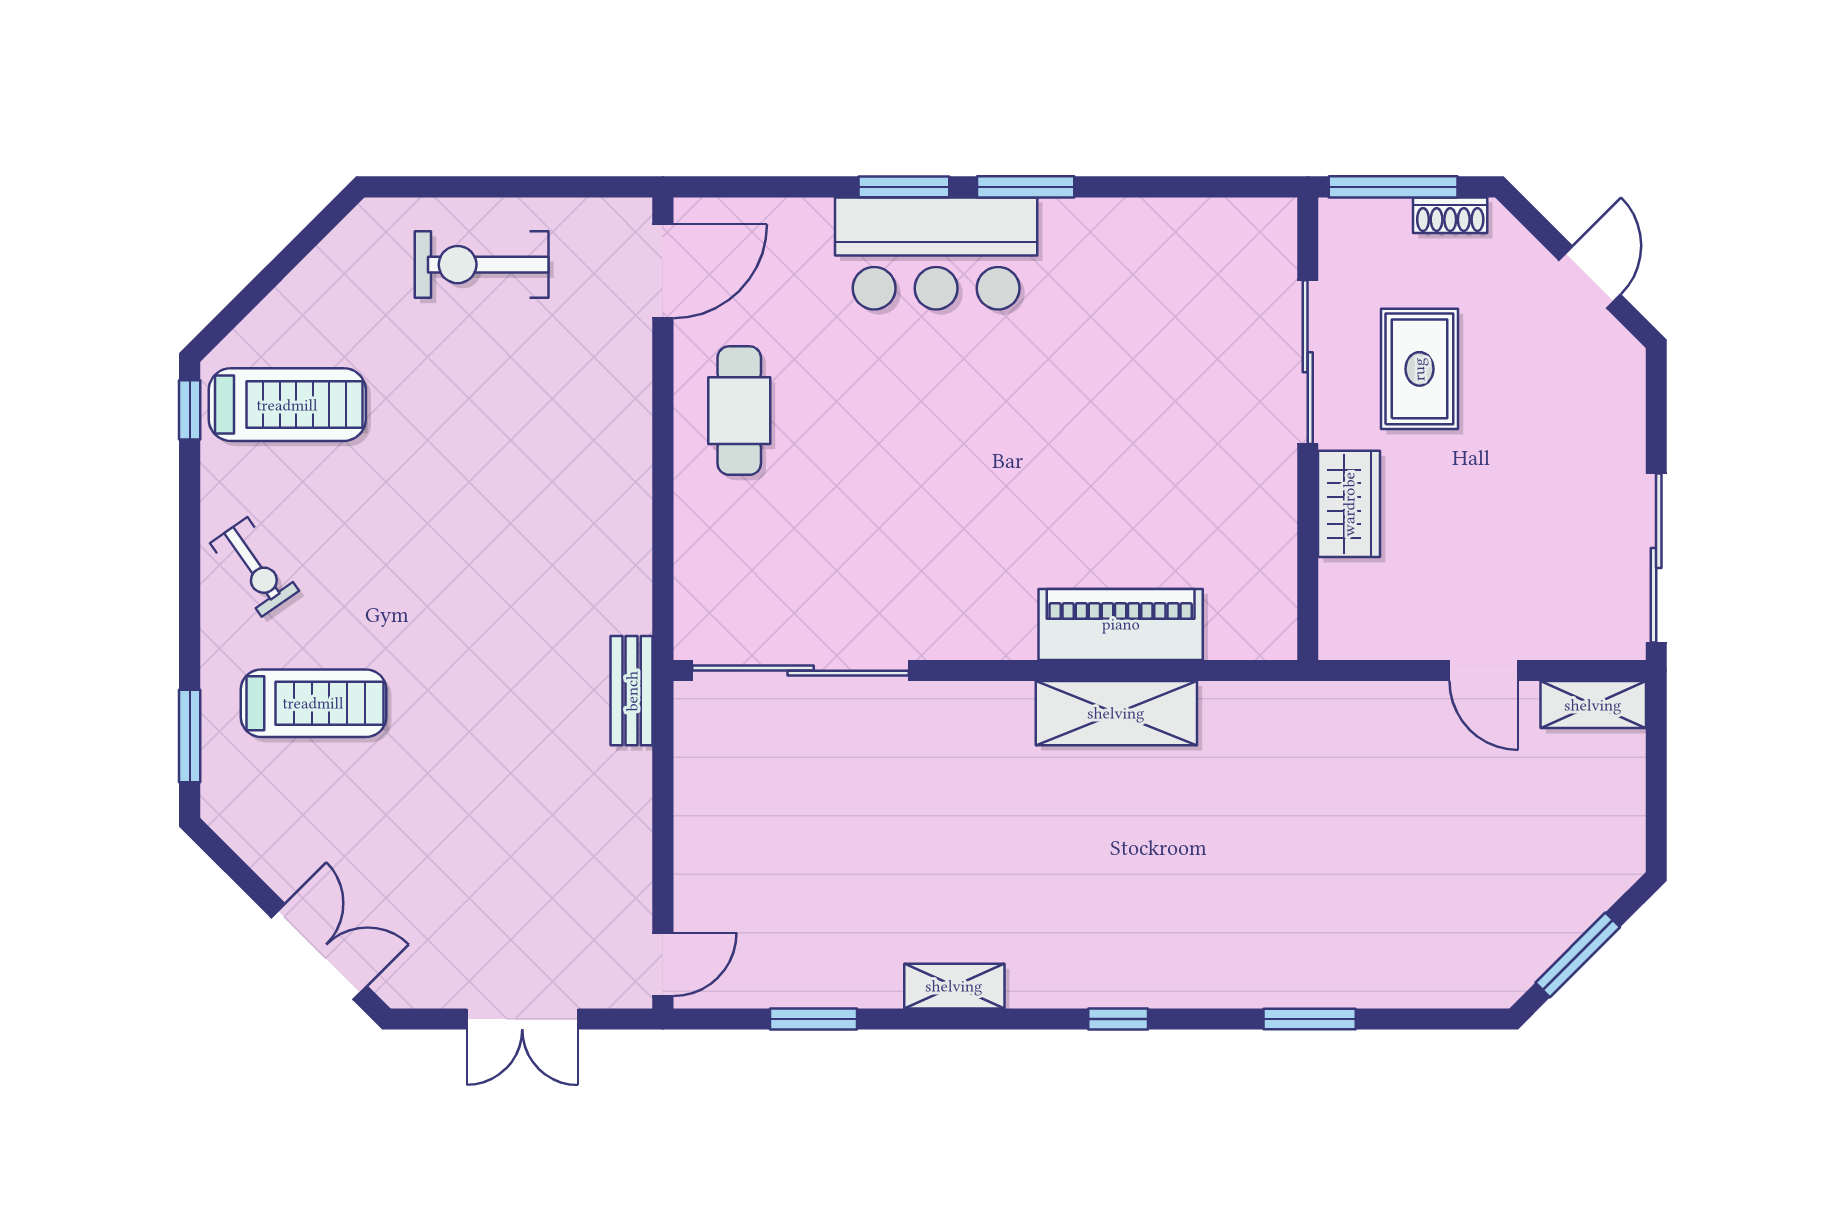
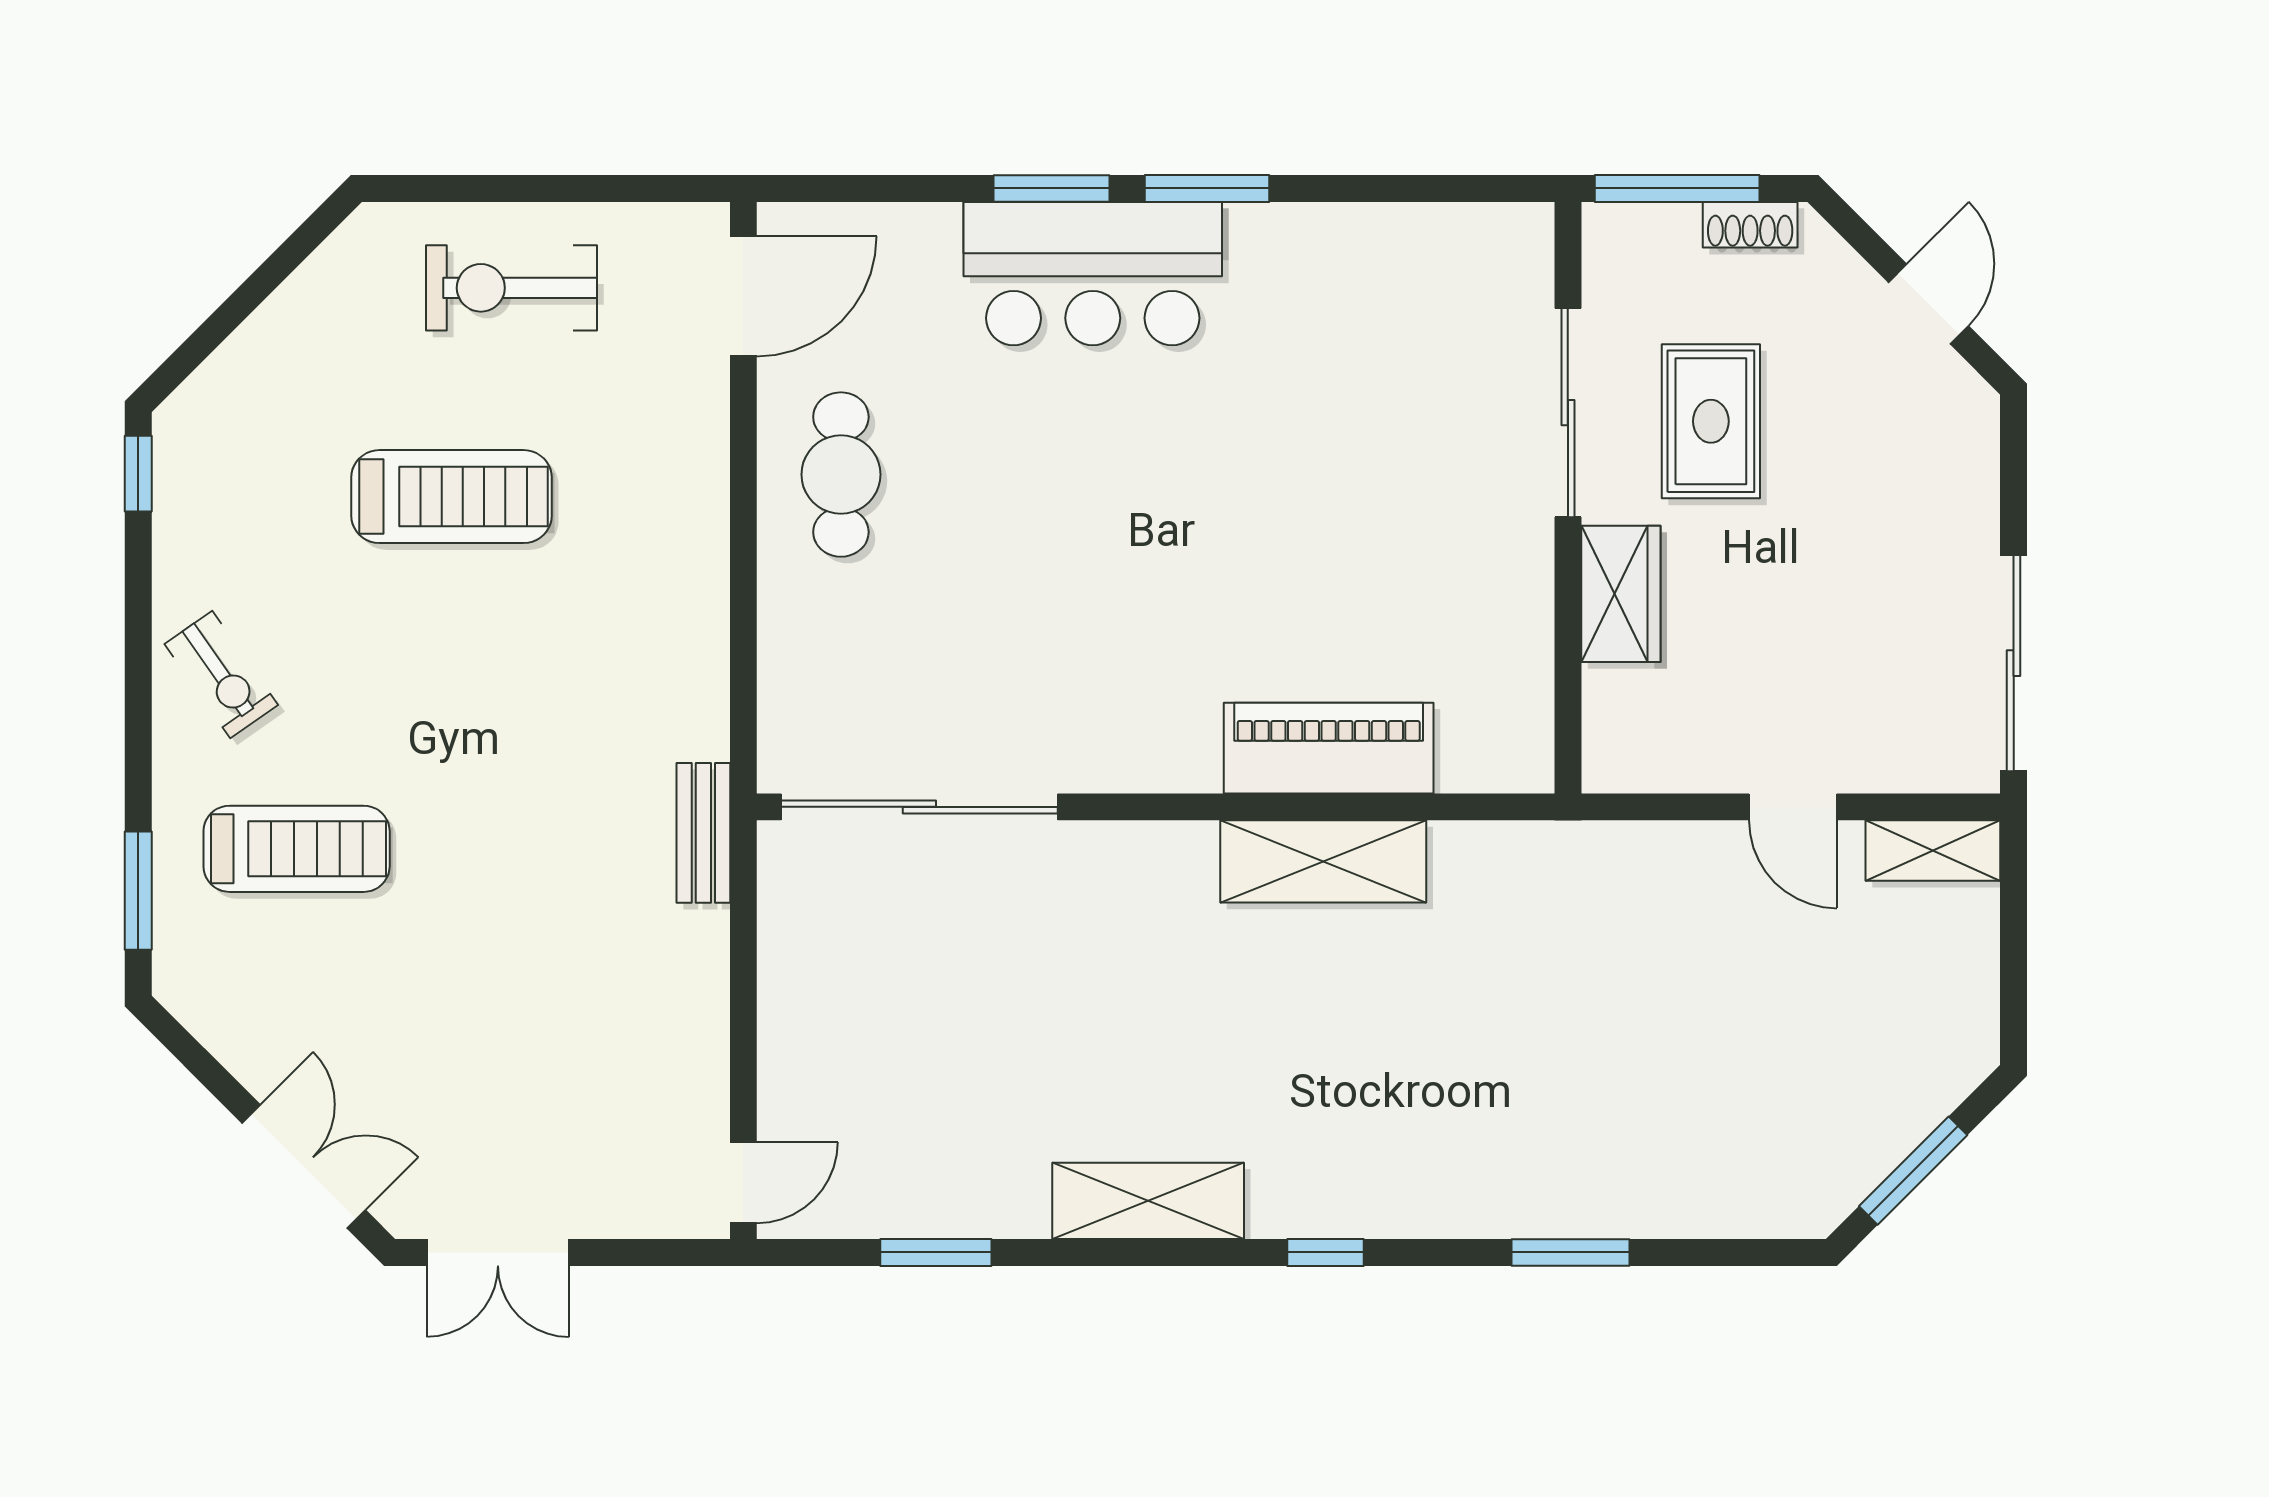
treadmill: (287, 405) -> (451, 497), moved
shelving: (954, 986) -> (1148, 1201), width x1.50, depth x1.33
double door: (522, 1019) -> (498, 1252), moved

